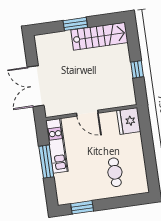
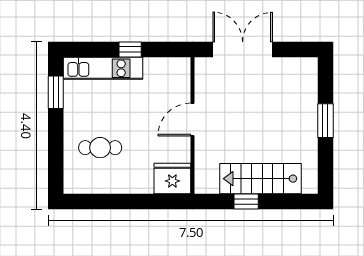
stairs: (99, 36) -> (261, 179), moved, turned 90
kitchen unit: (57, 146) -> (103, 68), moved
window: (46, 162) -> (130, 50), width x0.46

